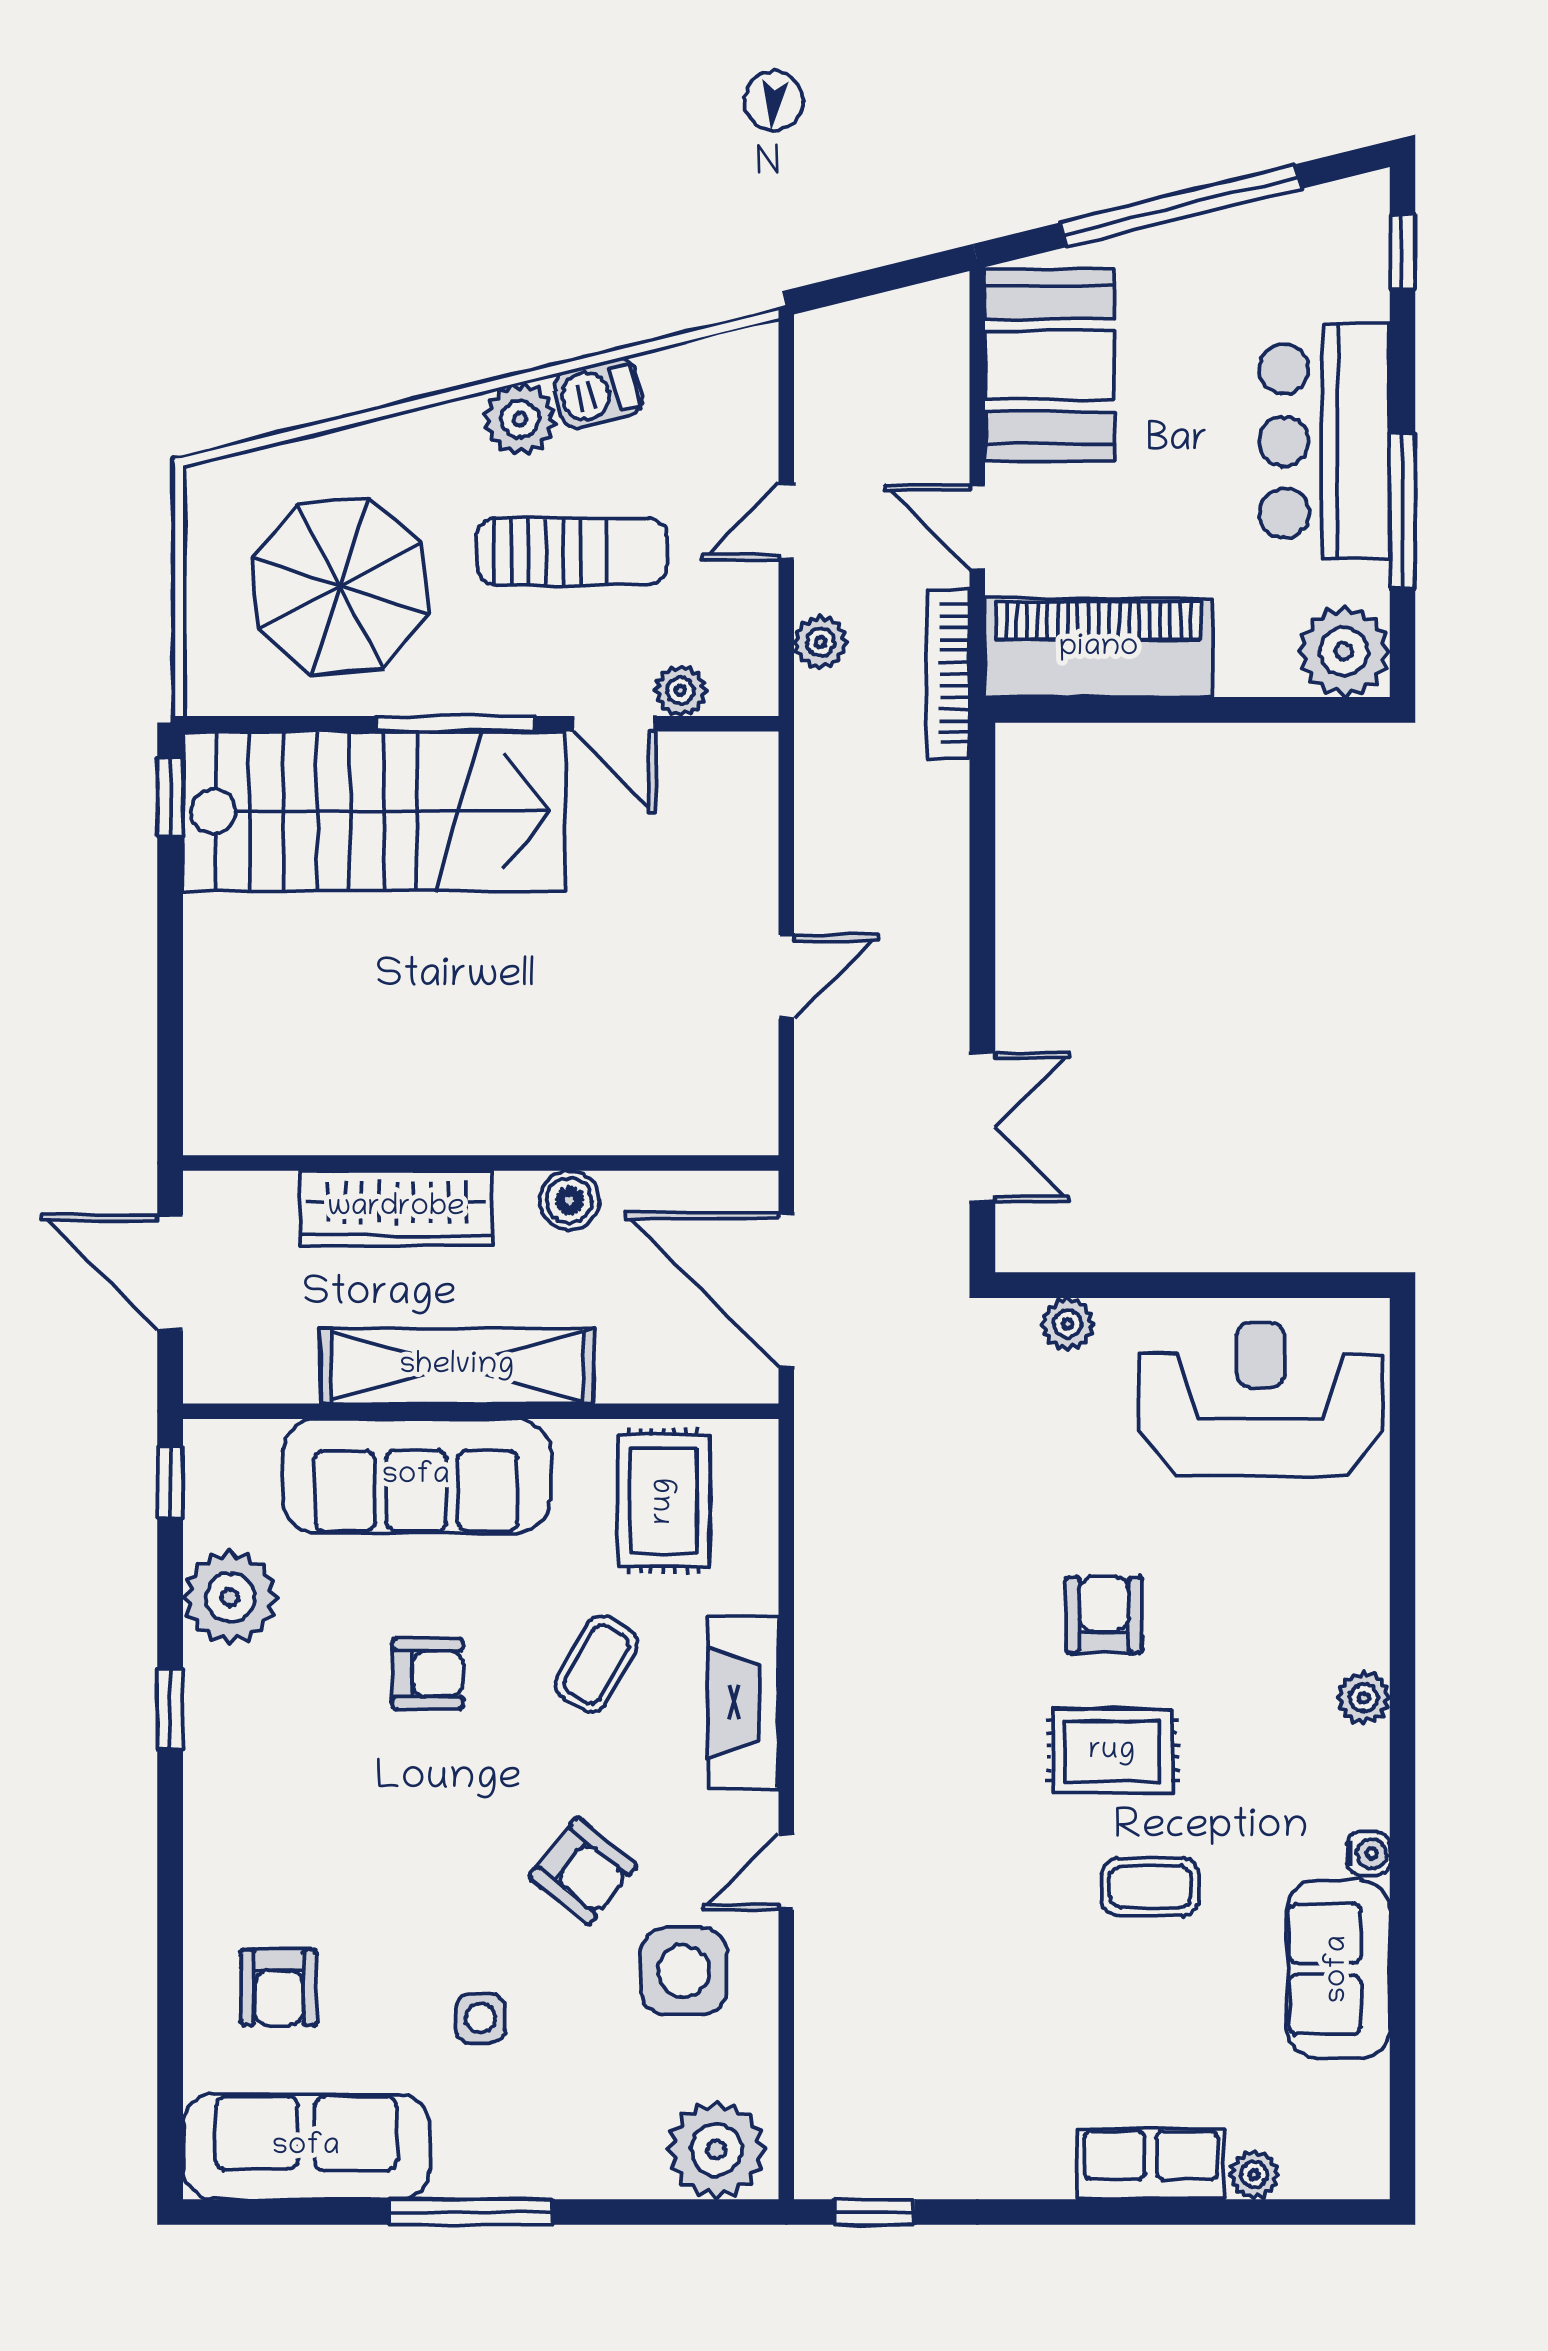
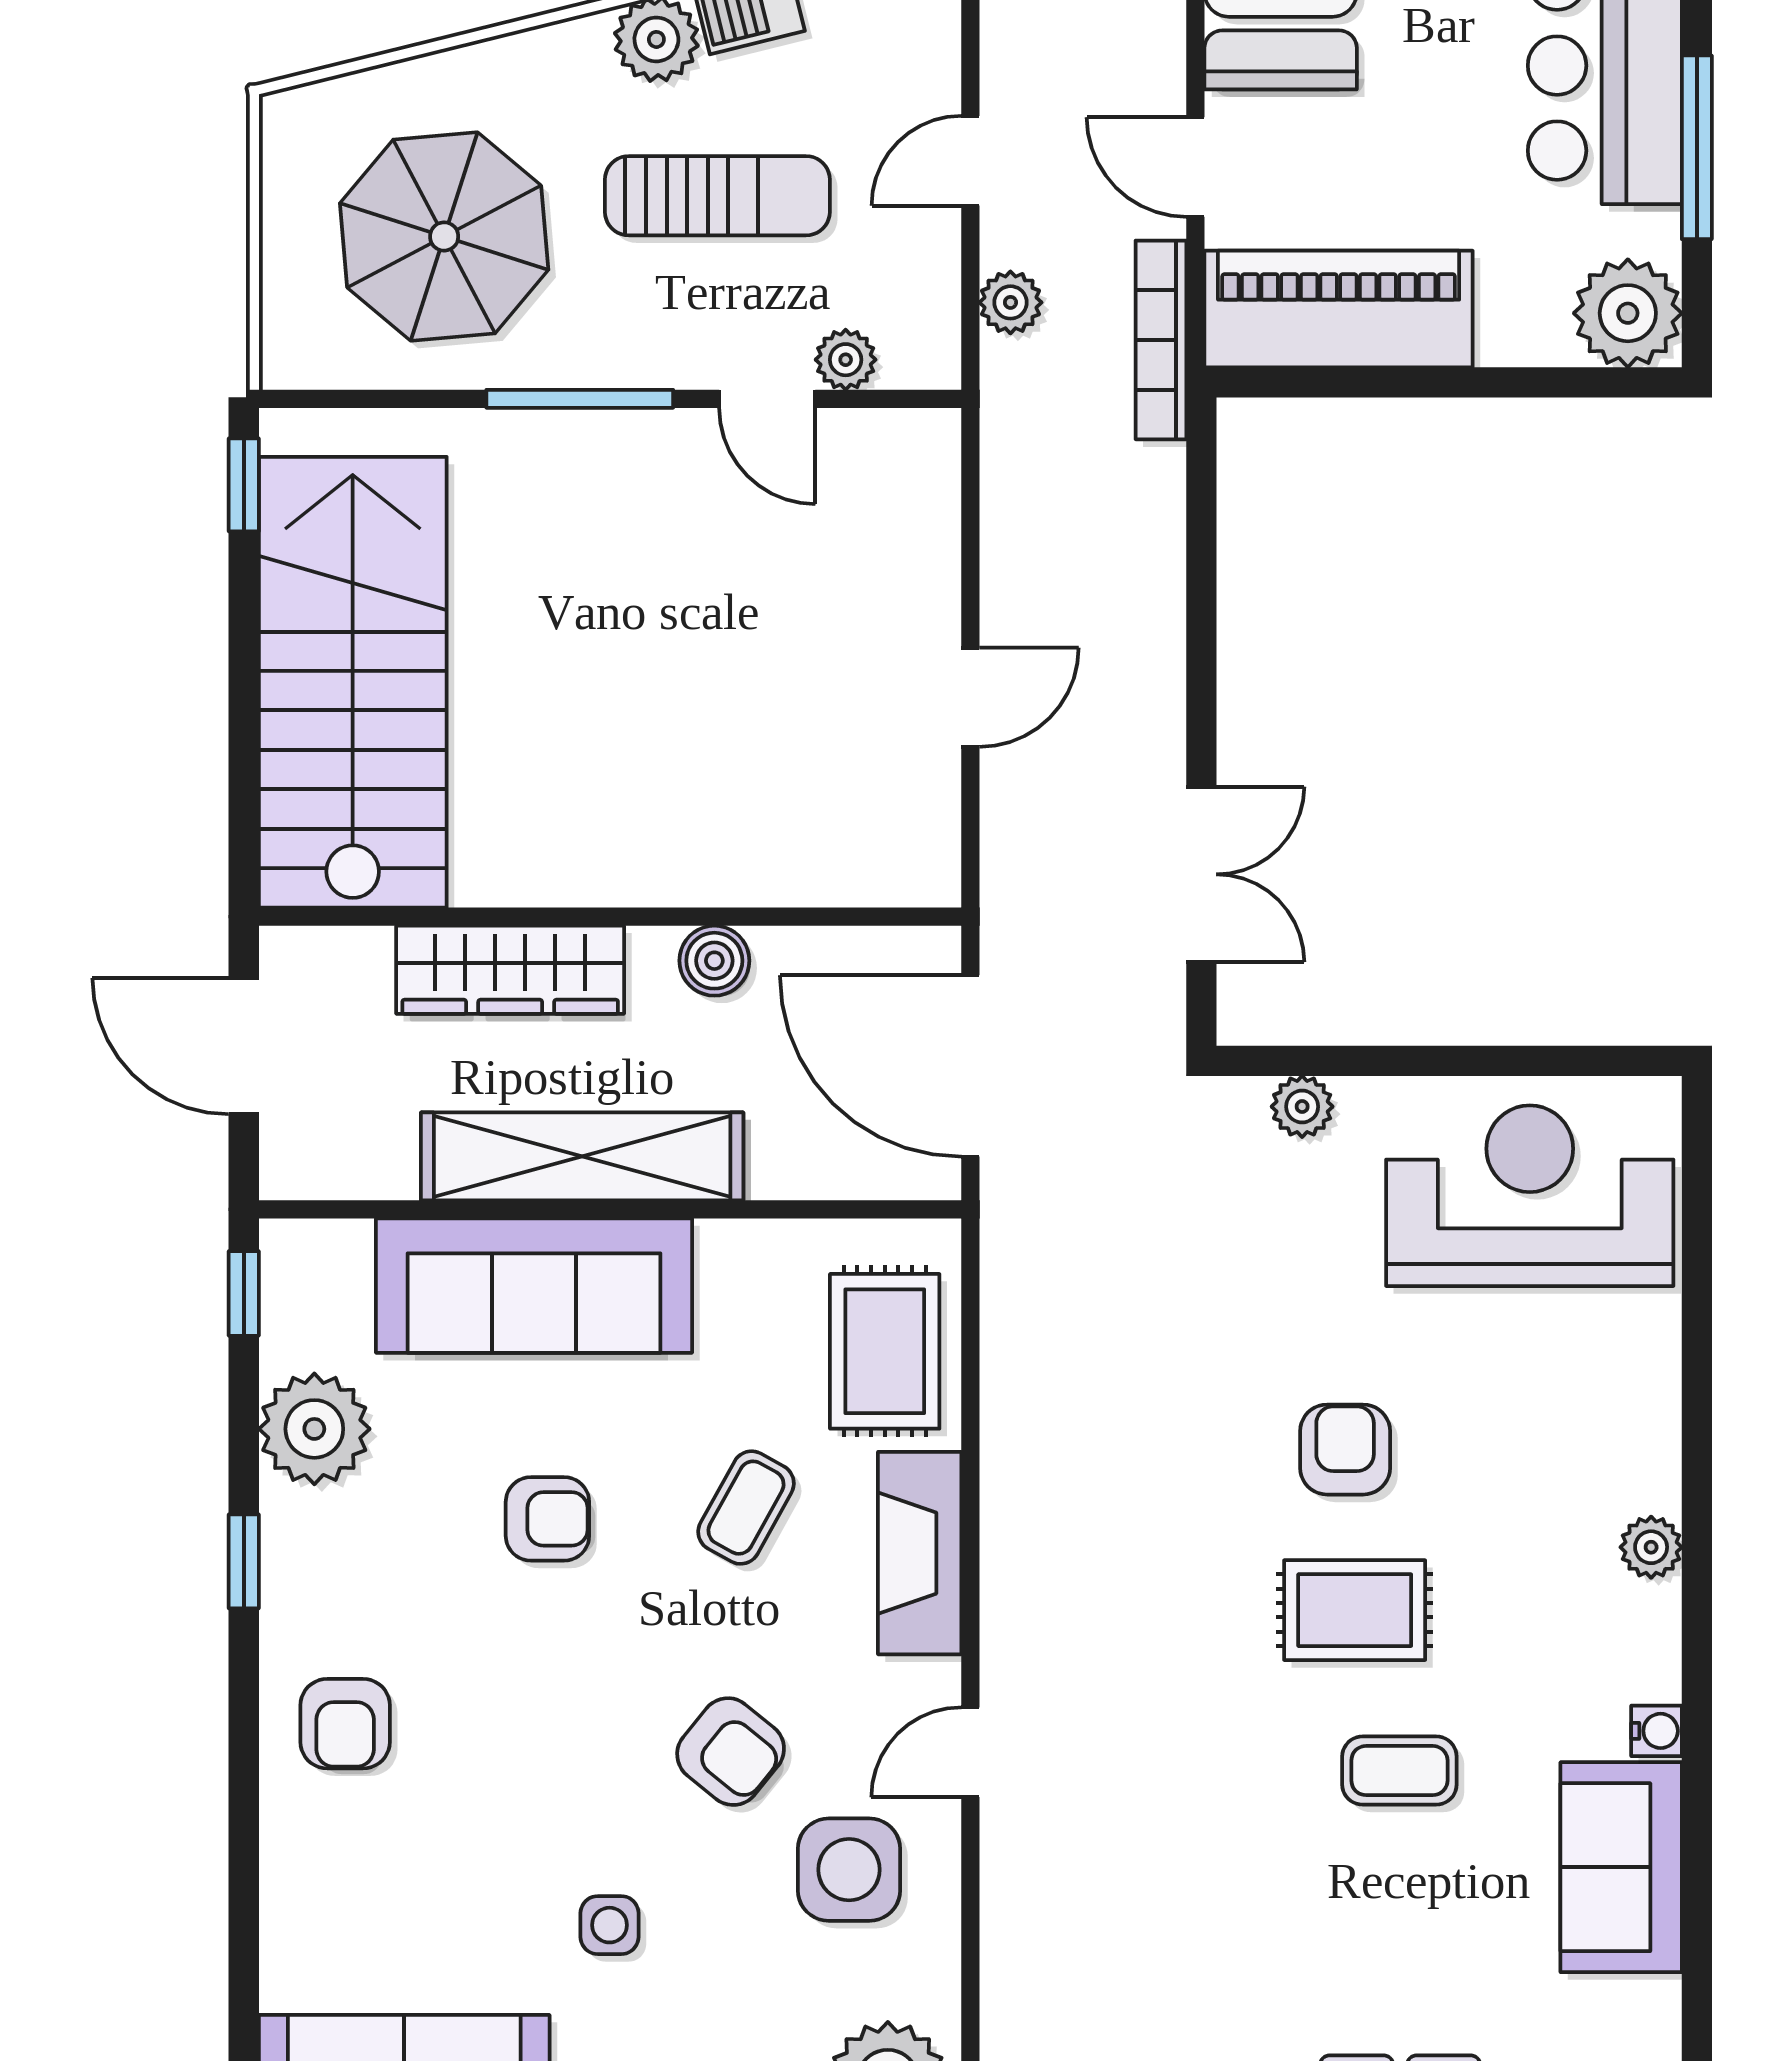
stairs: (374, 811) -> (353, 682), moved, turned -90
rug: (663, 1501) -> (885, 1351), moved
armchair: (279, 1987) -> (345, 1724), moved

